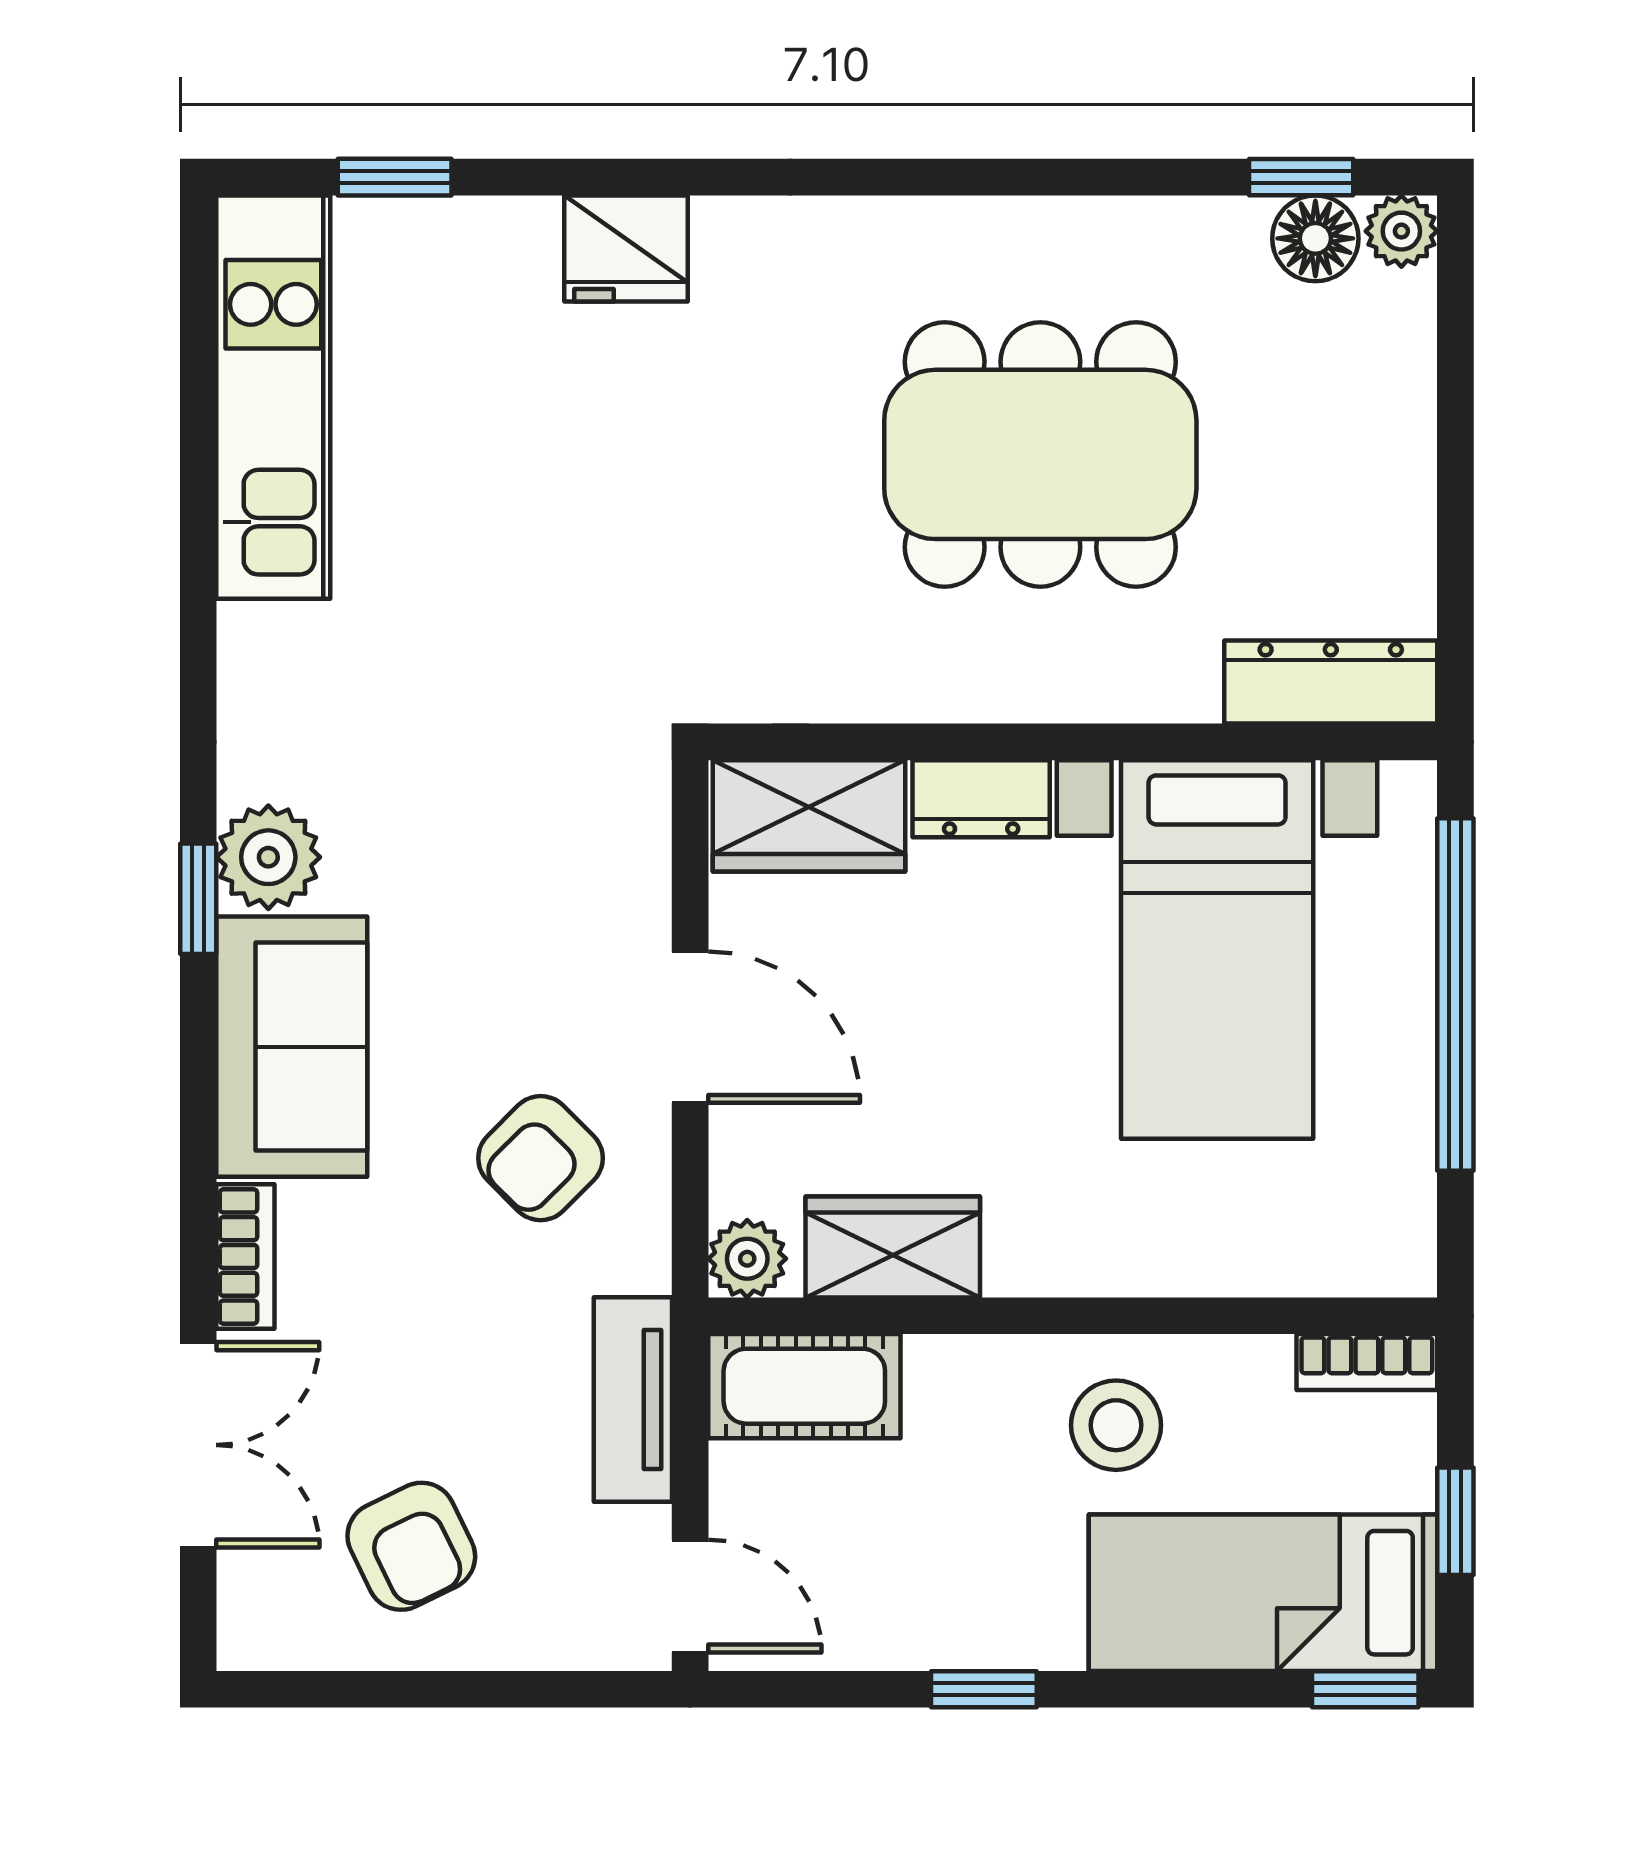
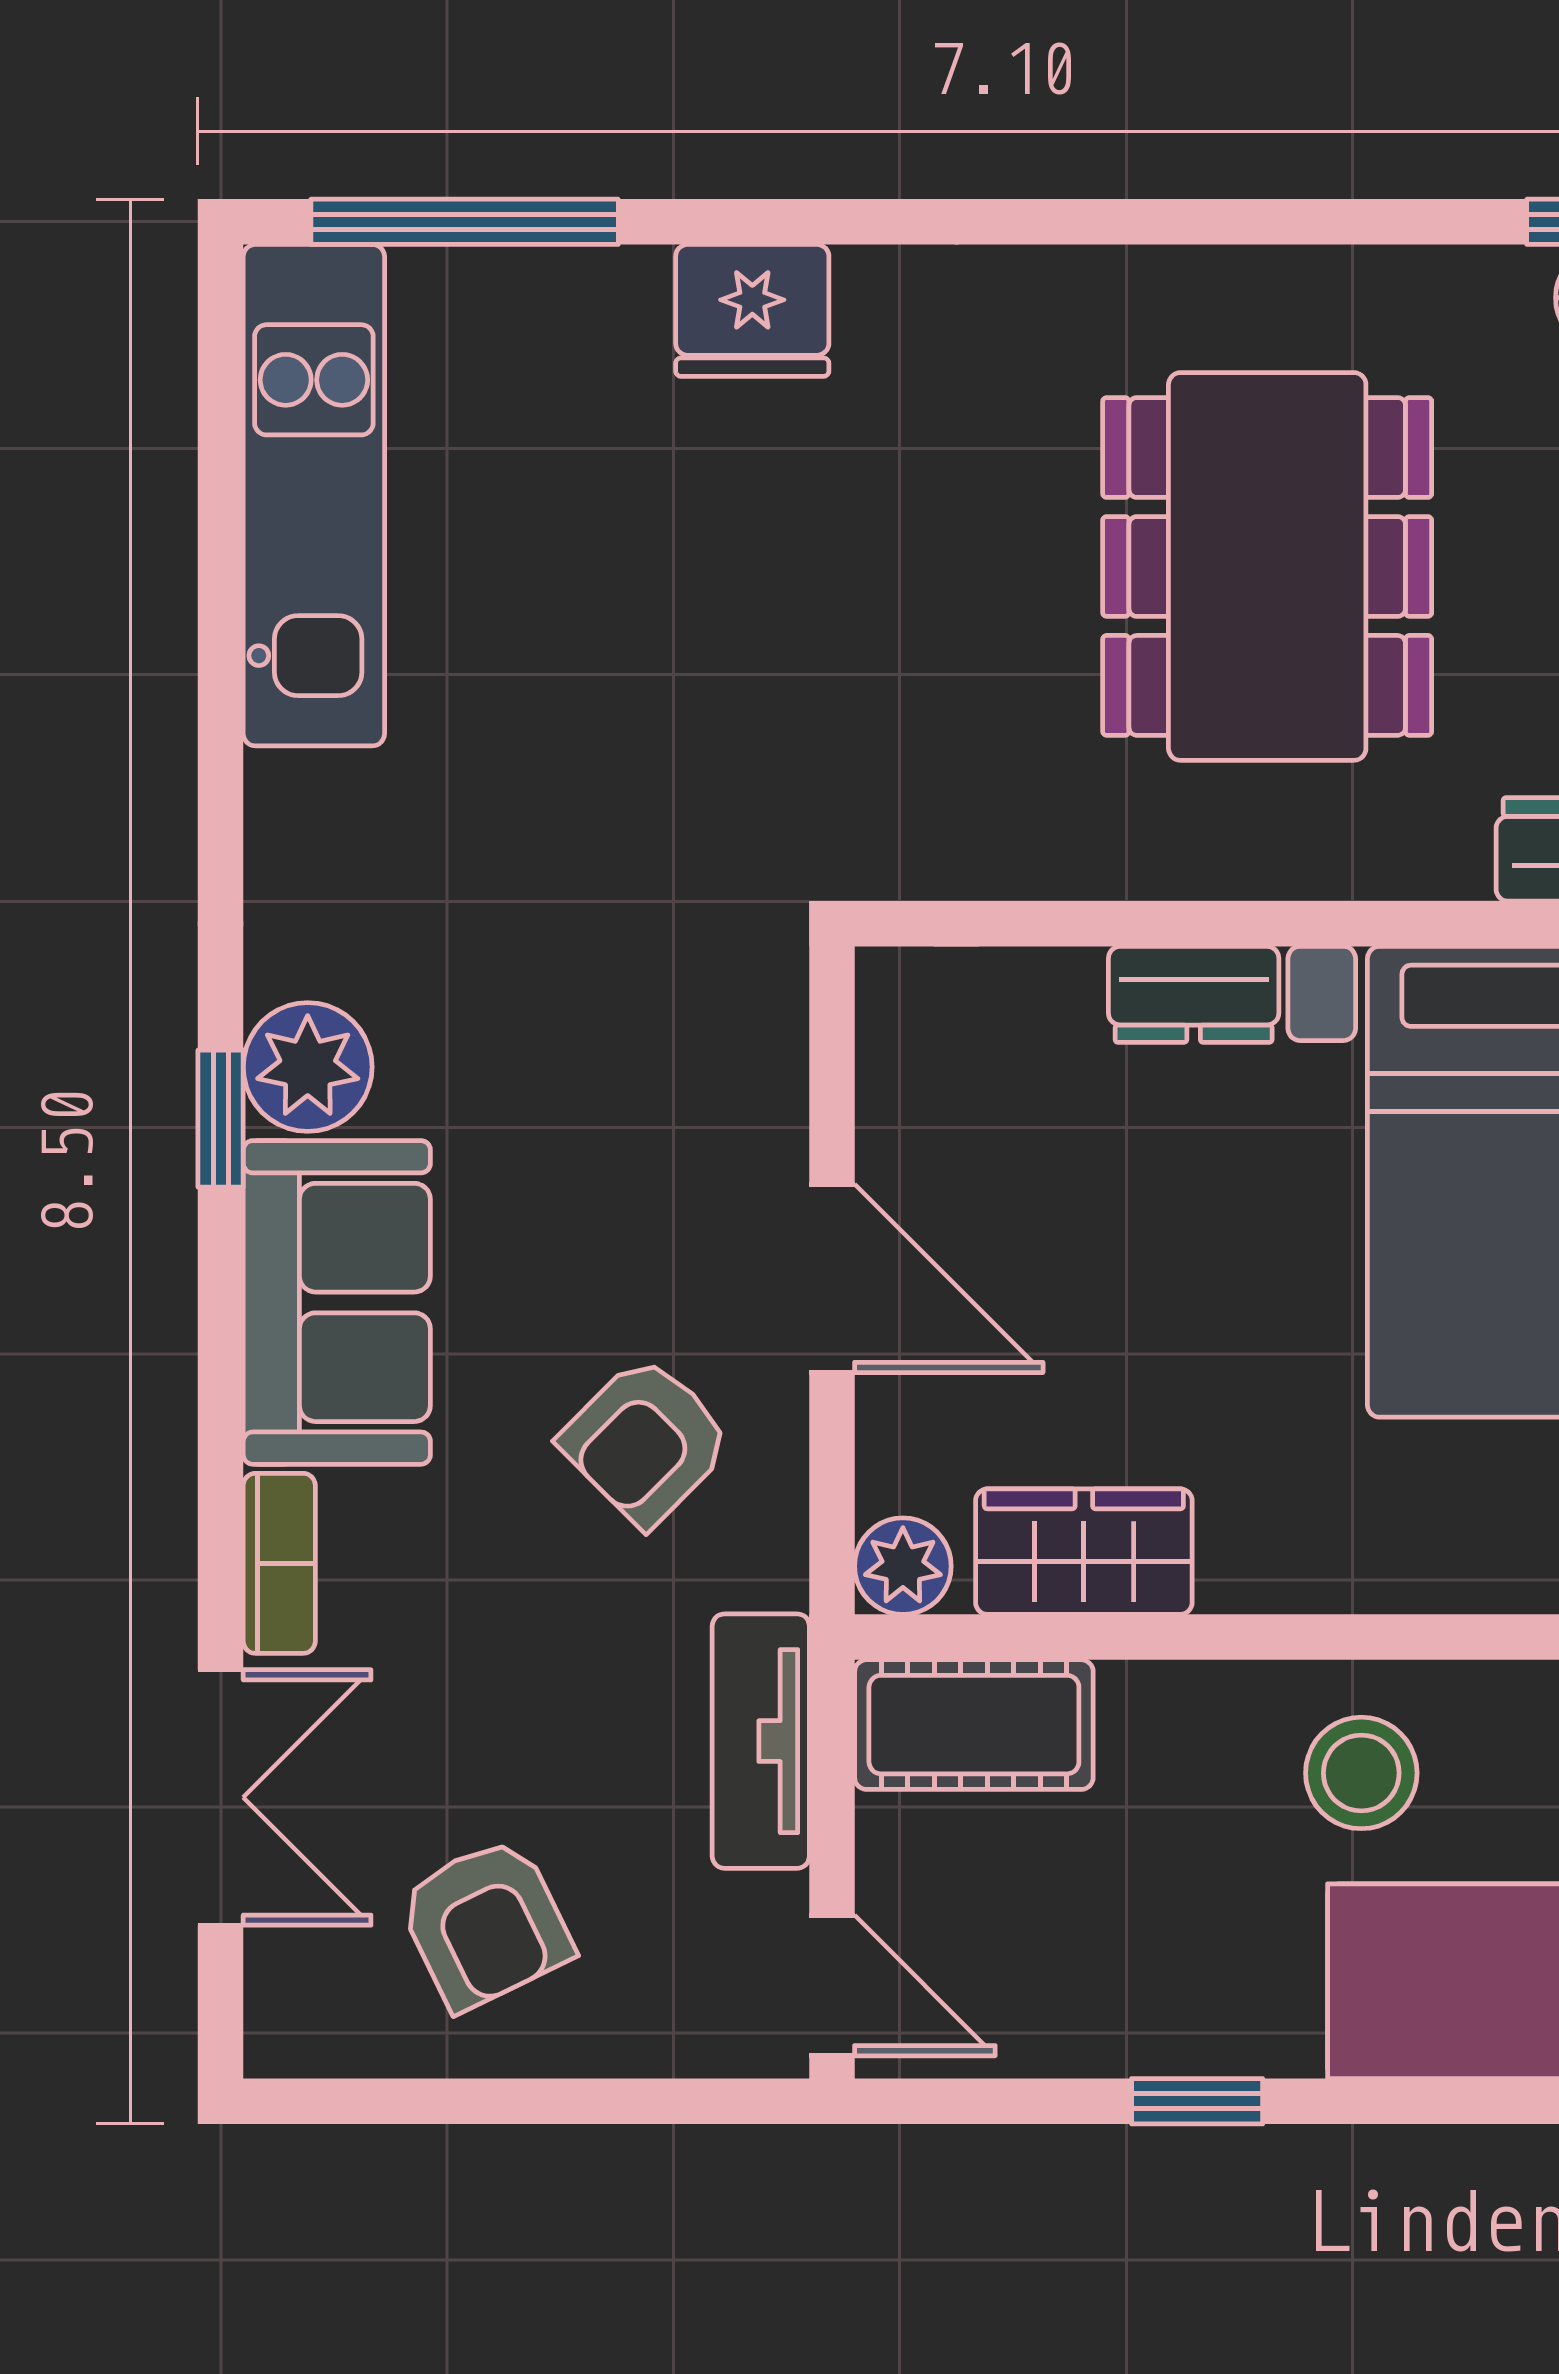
window: (395, 177) -> (465, 222), width x2.17
dining table: (1040, 454) -> (1267, 566), turned 90
wardrobe: (809, 816) -> (980, 1016), removed

